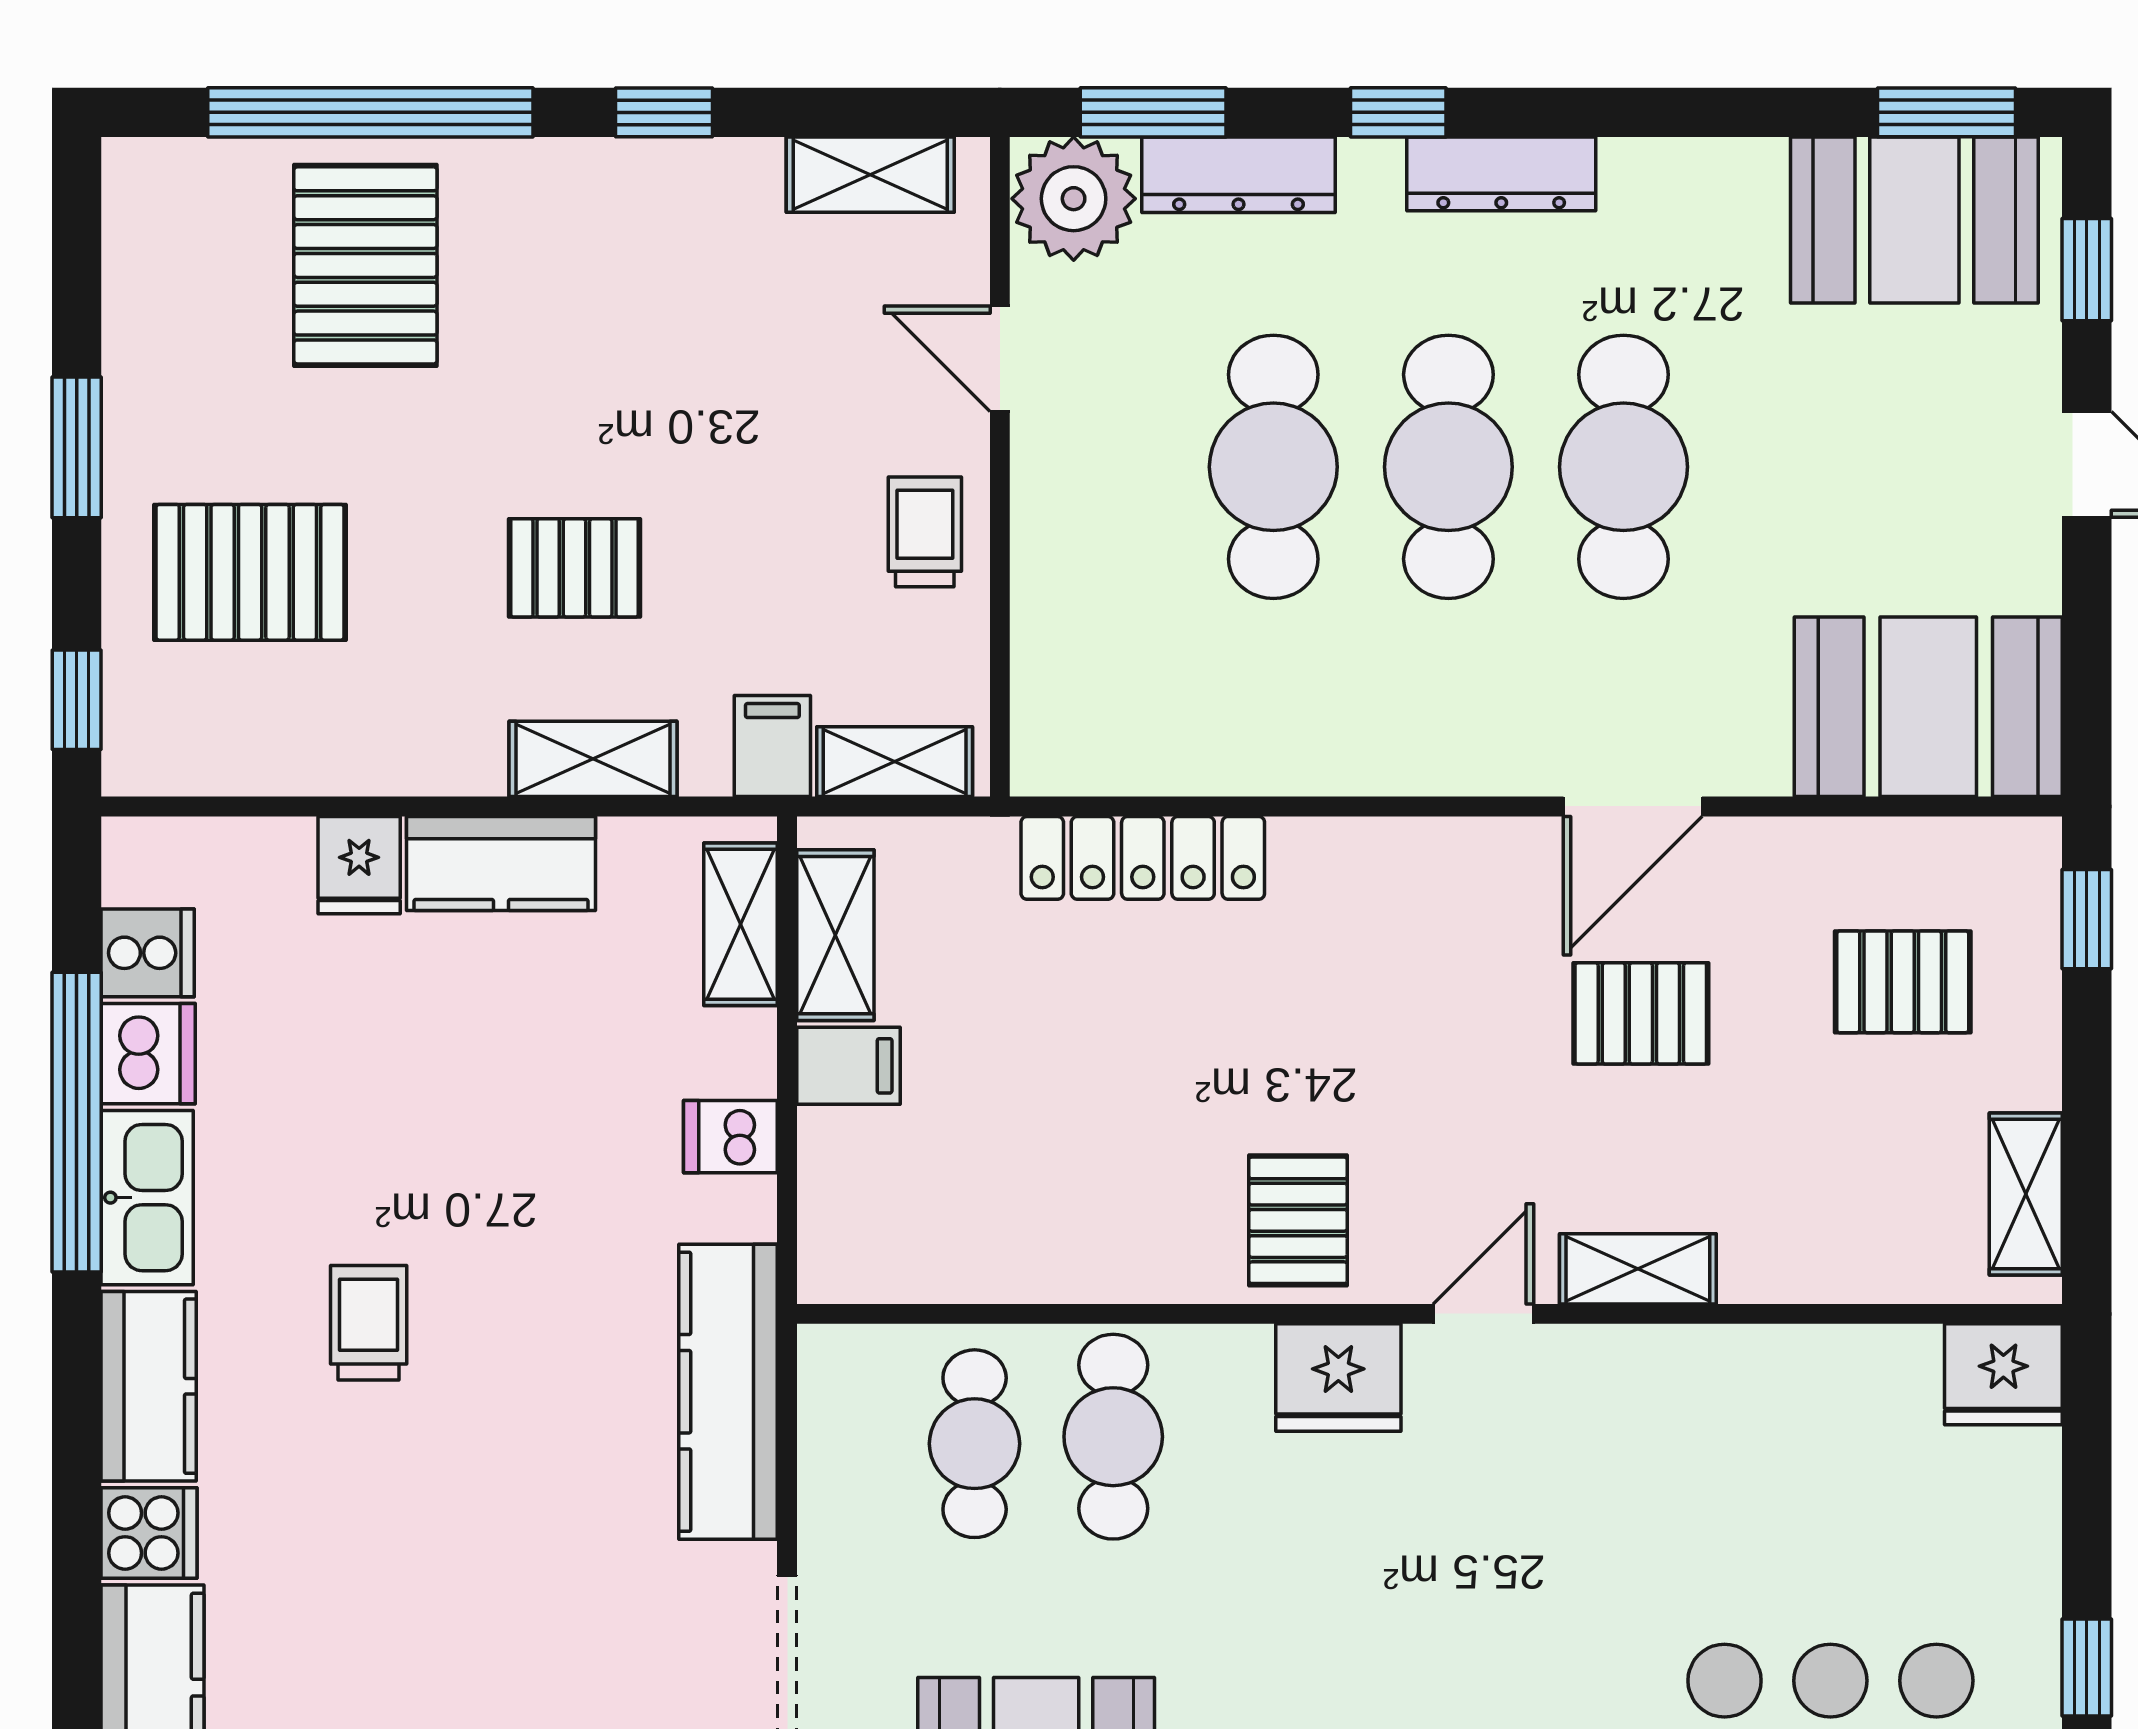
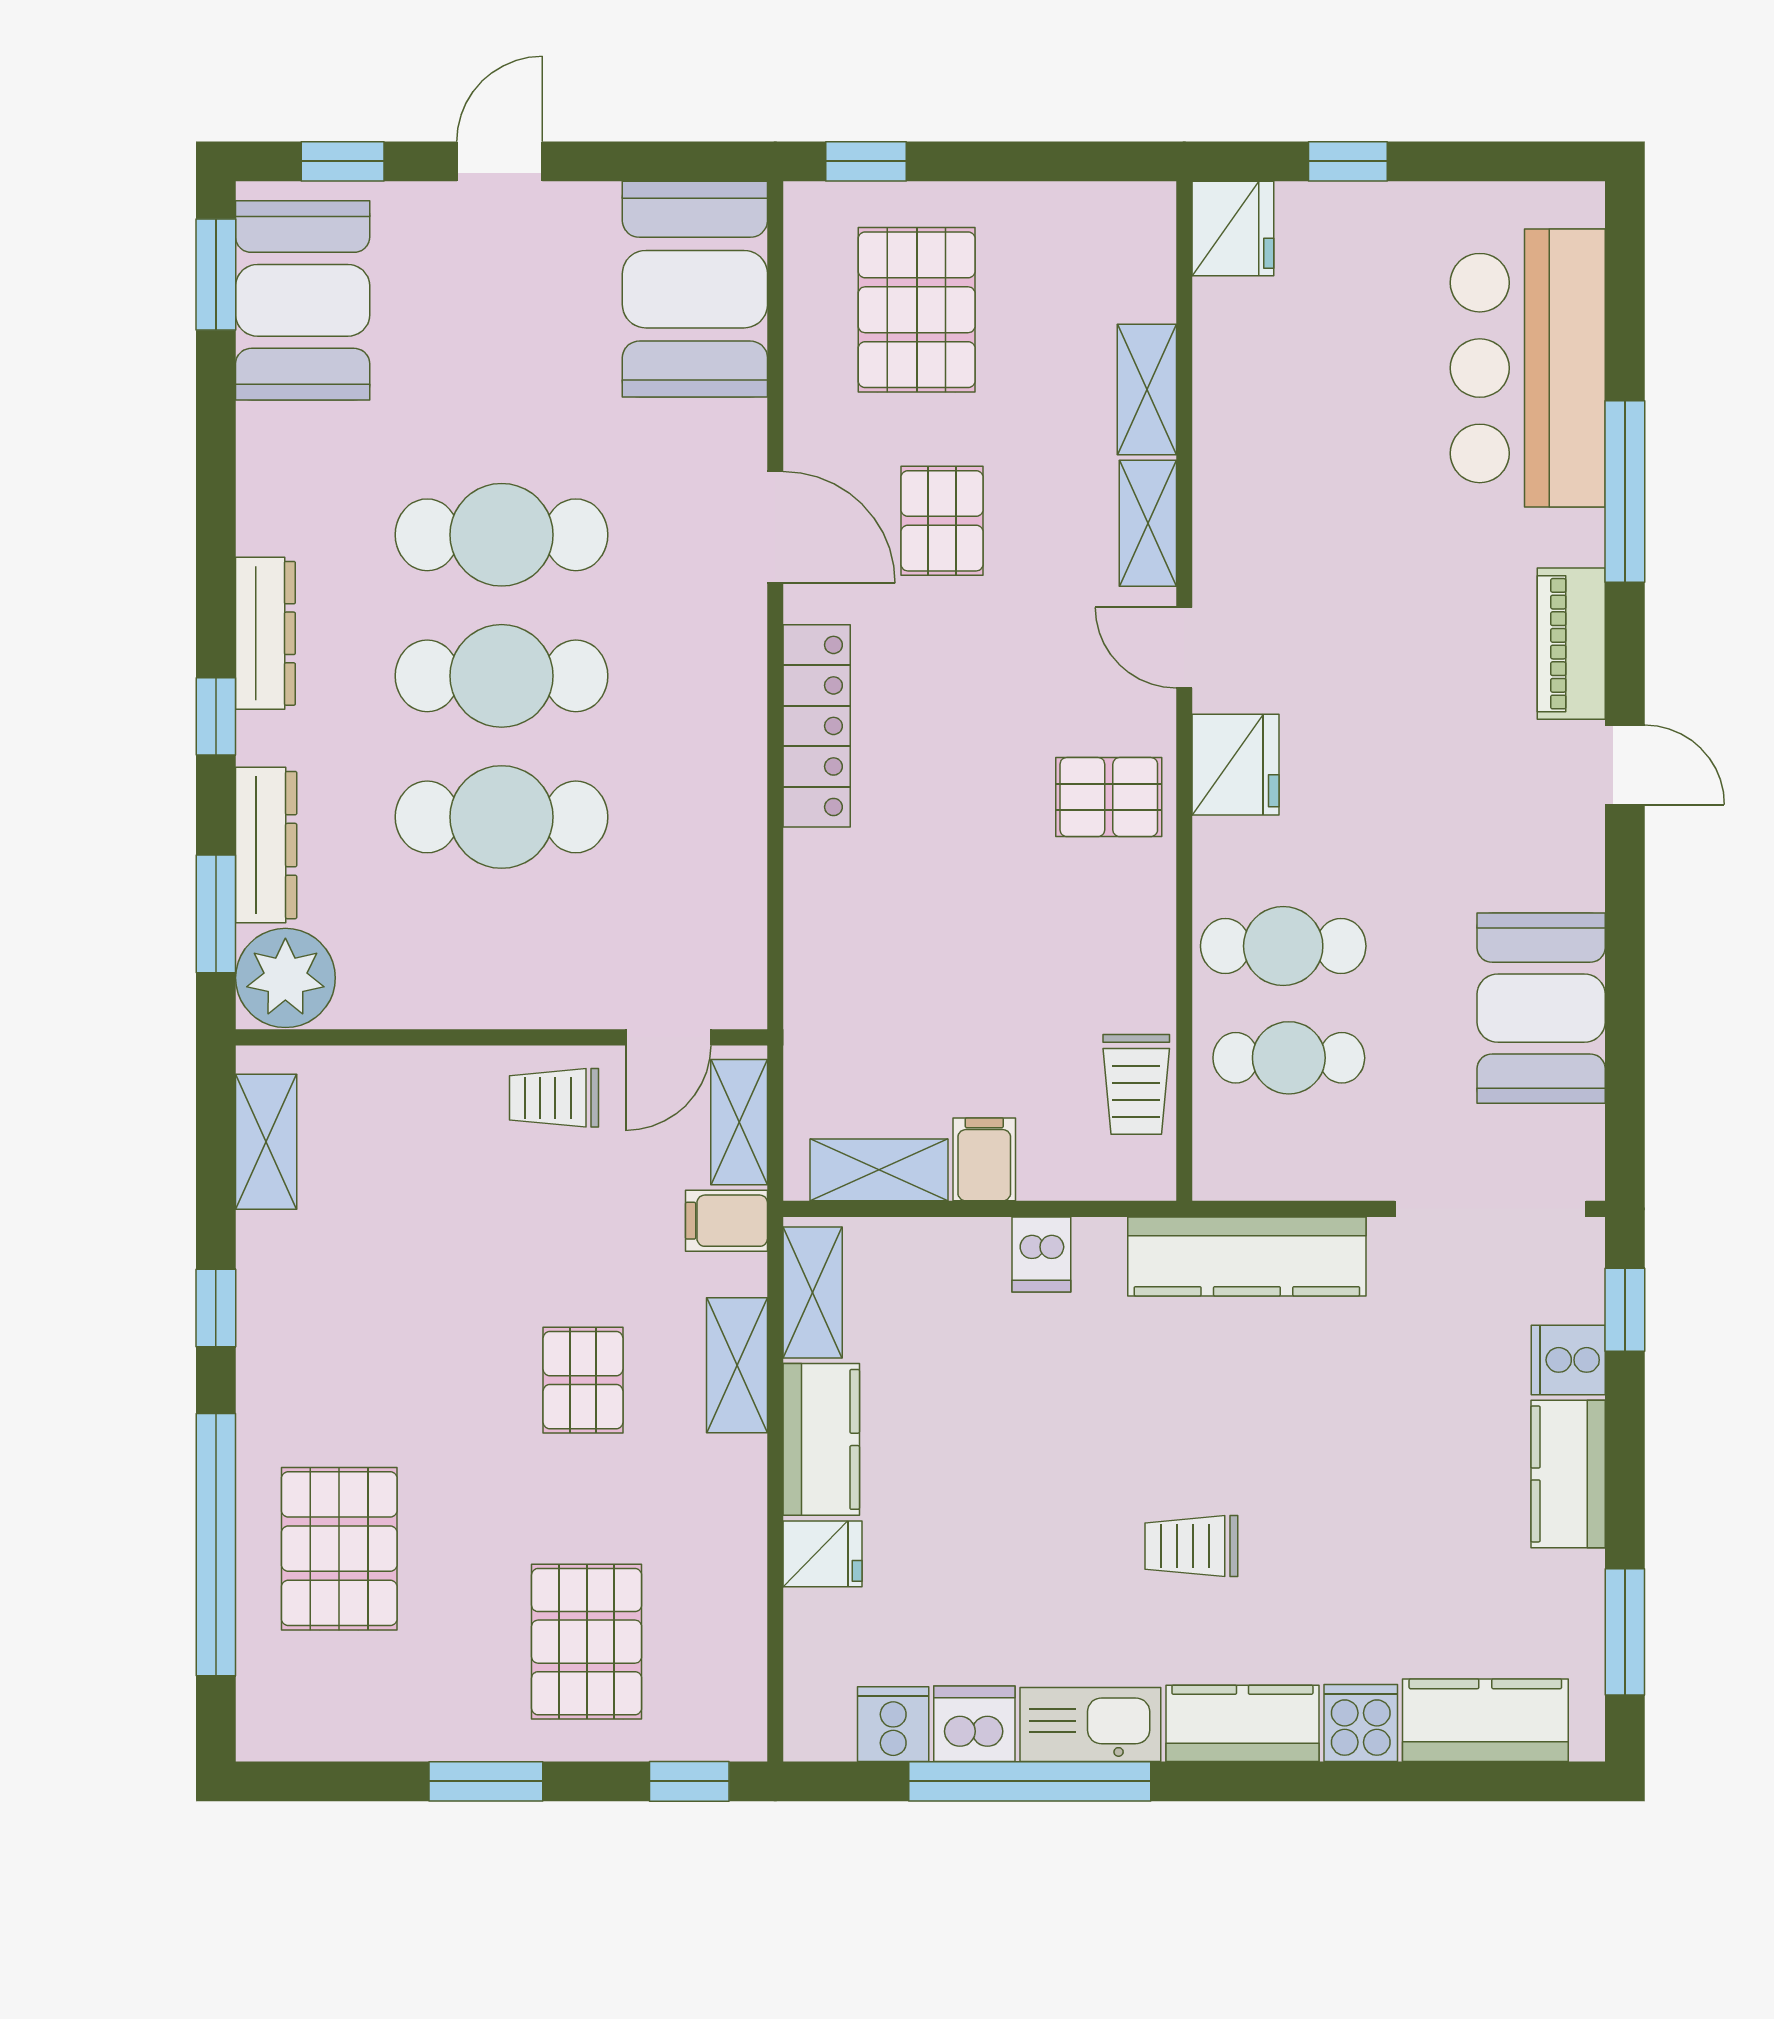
pallet: (365, 265) -> (339, 1549), turned 90
door: (1000, 359) -> (668, 1037), moved
locker: (1143, 858) -> (817, 726), moved
shelving: (741, 924) -> (813, 1292), moved, turned 90
pallet: (1903, 982) -> (917, 310), width x1.50, depth x1.42
shelving: (2026, 1194) -> (1147, 389), moved, turned 90
trolley: (942, 1254) -> (1136, 1084), added
window: (2087, 1667) -> (1348, 161), moved

